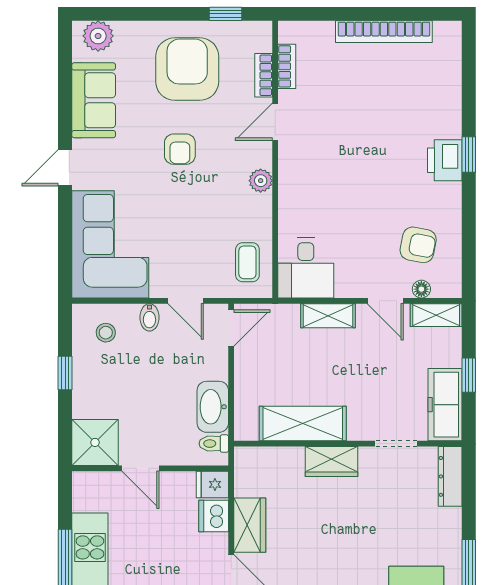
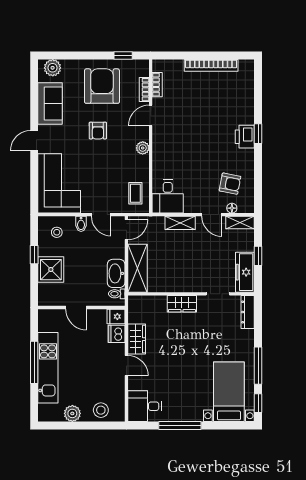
shelving: (303, 423) -> (137, 268), moved, turned 90
shower: (95, 442) -> (51, 270), moved

